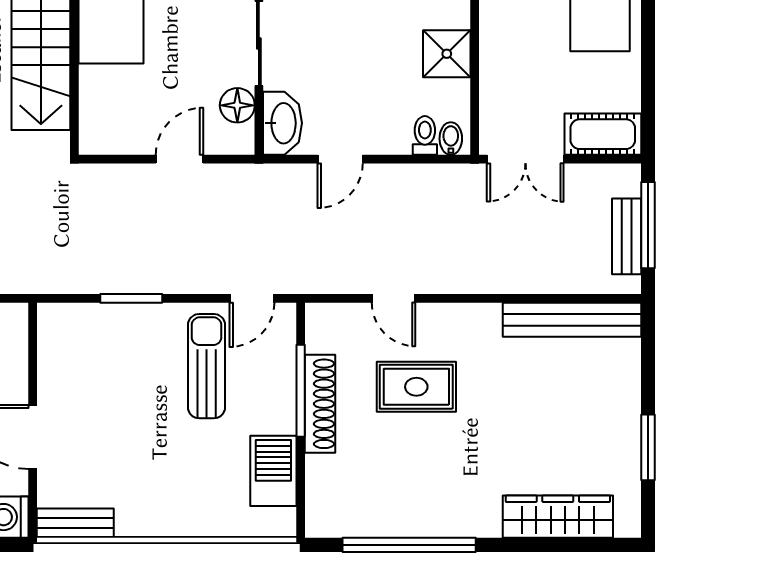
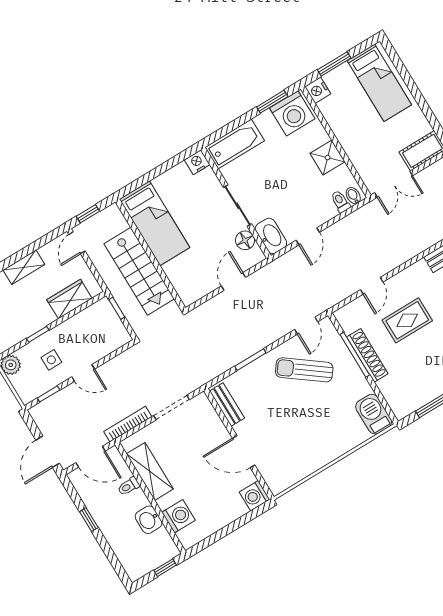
door: (393, 298) -> (372, 286), hinge flipped
sun lounger: (206, 366) -> (304, 370), turned -53
barbecue: (273, 471) -> (374, 414), moved
bench: (75, 523) -> (227, 405), moved, turned 90

